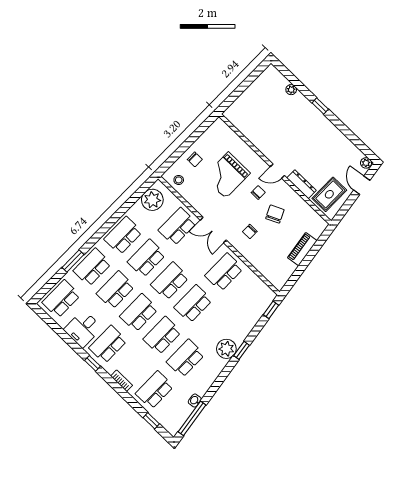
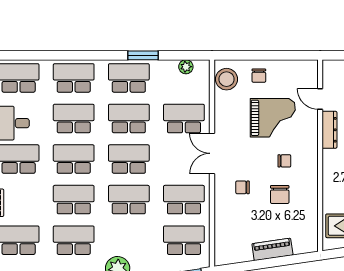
door: (277, 171) -> (320, 99), moved
grand piano: (227, 175) -> (273, 118), turned 180
stool: (179, 180) -> (227, 79), width x1.89, depth x1.89
dresser: (302, 184) -> (329, 130), moved
plant: (152, 200) -> (186, 67), width x0.53, depth x0.53
chair: (275, 214) -> (280, 194), turned 115
window: (73, 261) -> (143, 55), moved
school desk: (247, 295) -> (184, 240), added

